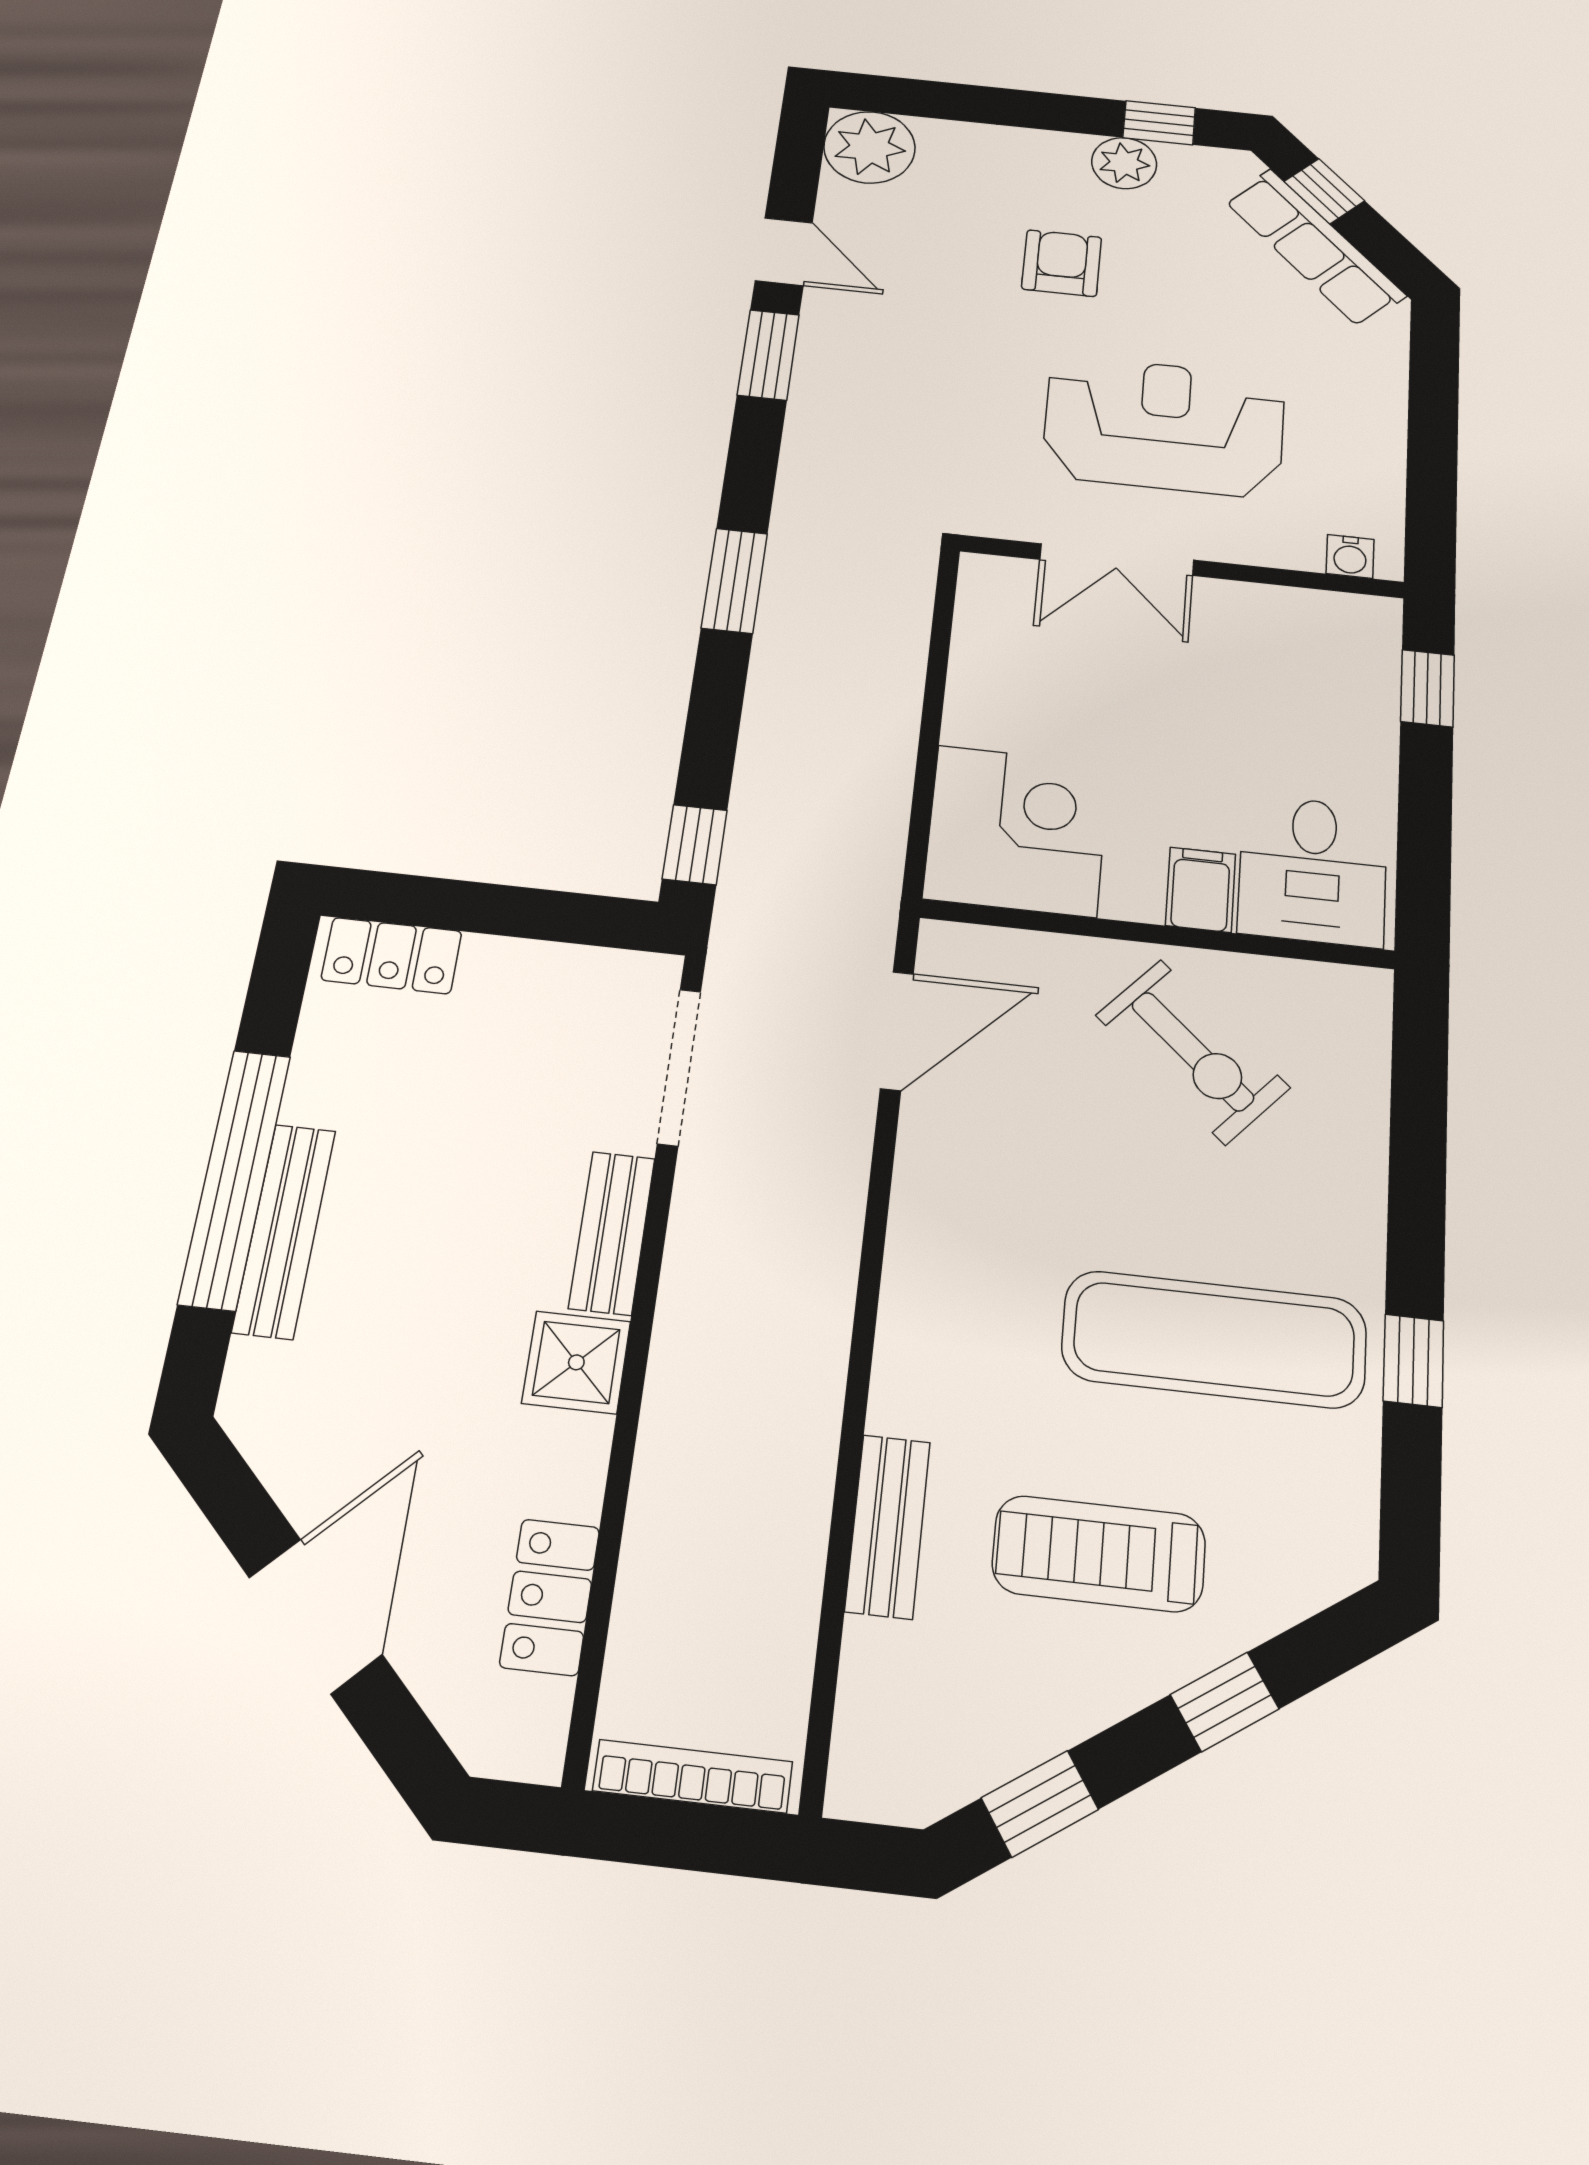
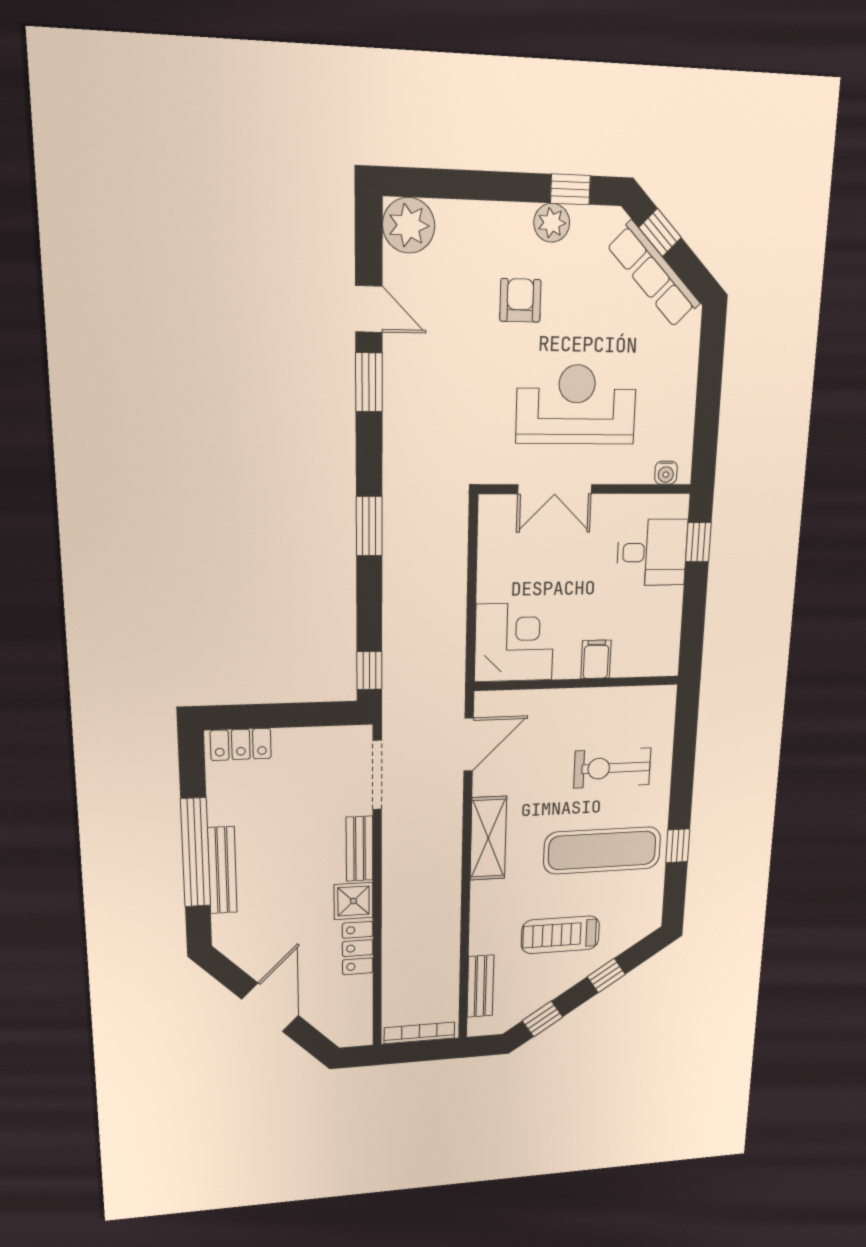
desk: (1313, 870) -> (652, 552), moved, turned -90
exercise bike: (1193, 1051) -> (612, 768), moved, turned 138
shelving: (926, 1259) -> (488, 838), added
bench: (888, 1526) -> (480, 986), moved
locker: (550, 1597) -> (358, 948), moved

